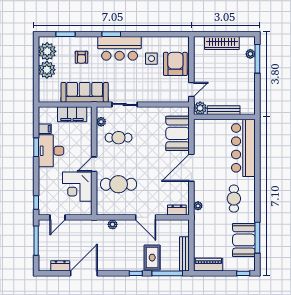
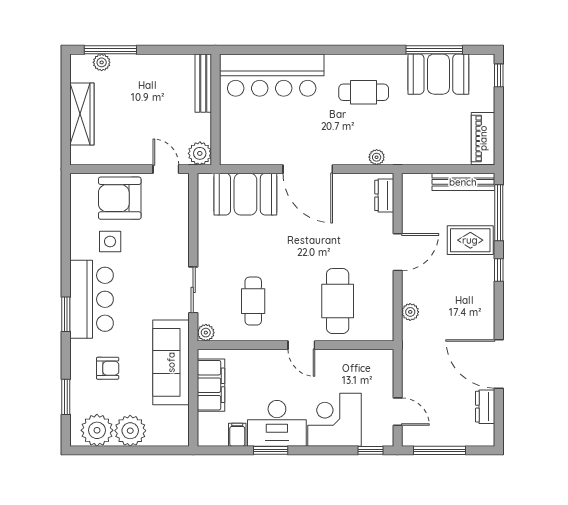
bench: (224, 110) -> (203, 83), moved
plant: (101, 122) -> (206, 333), moved
corner desk: (77, 187) -> (334, 420), moved, turned 180

